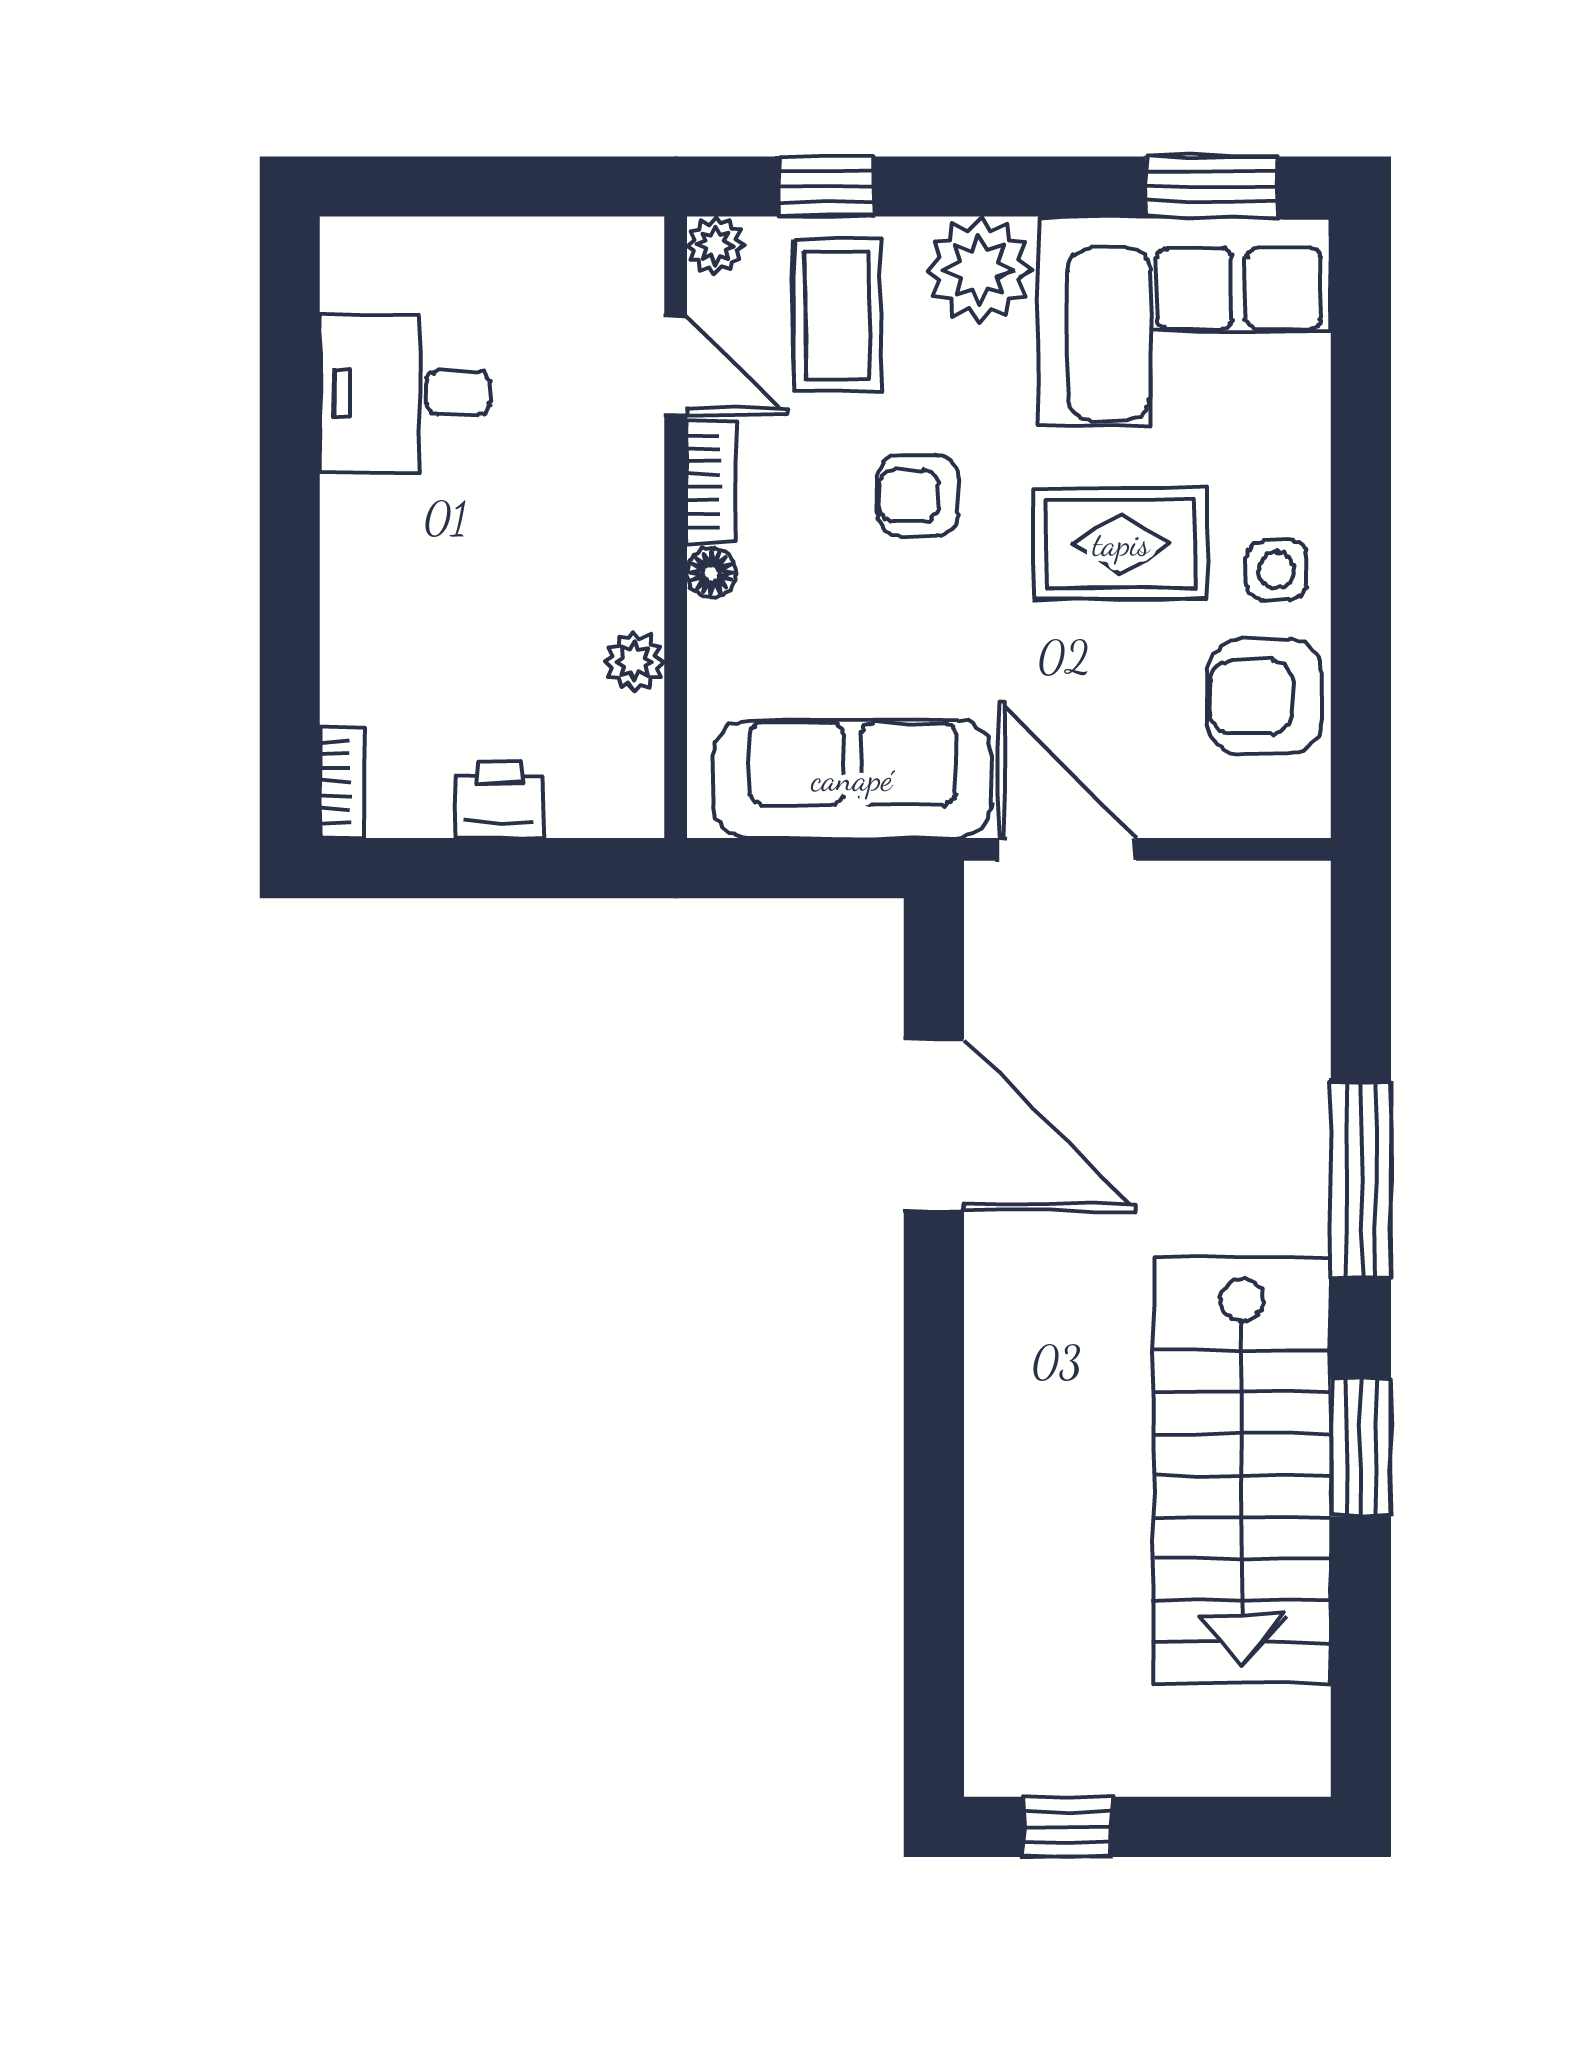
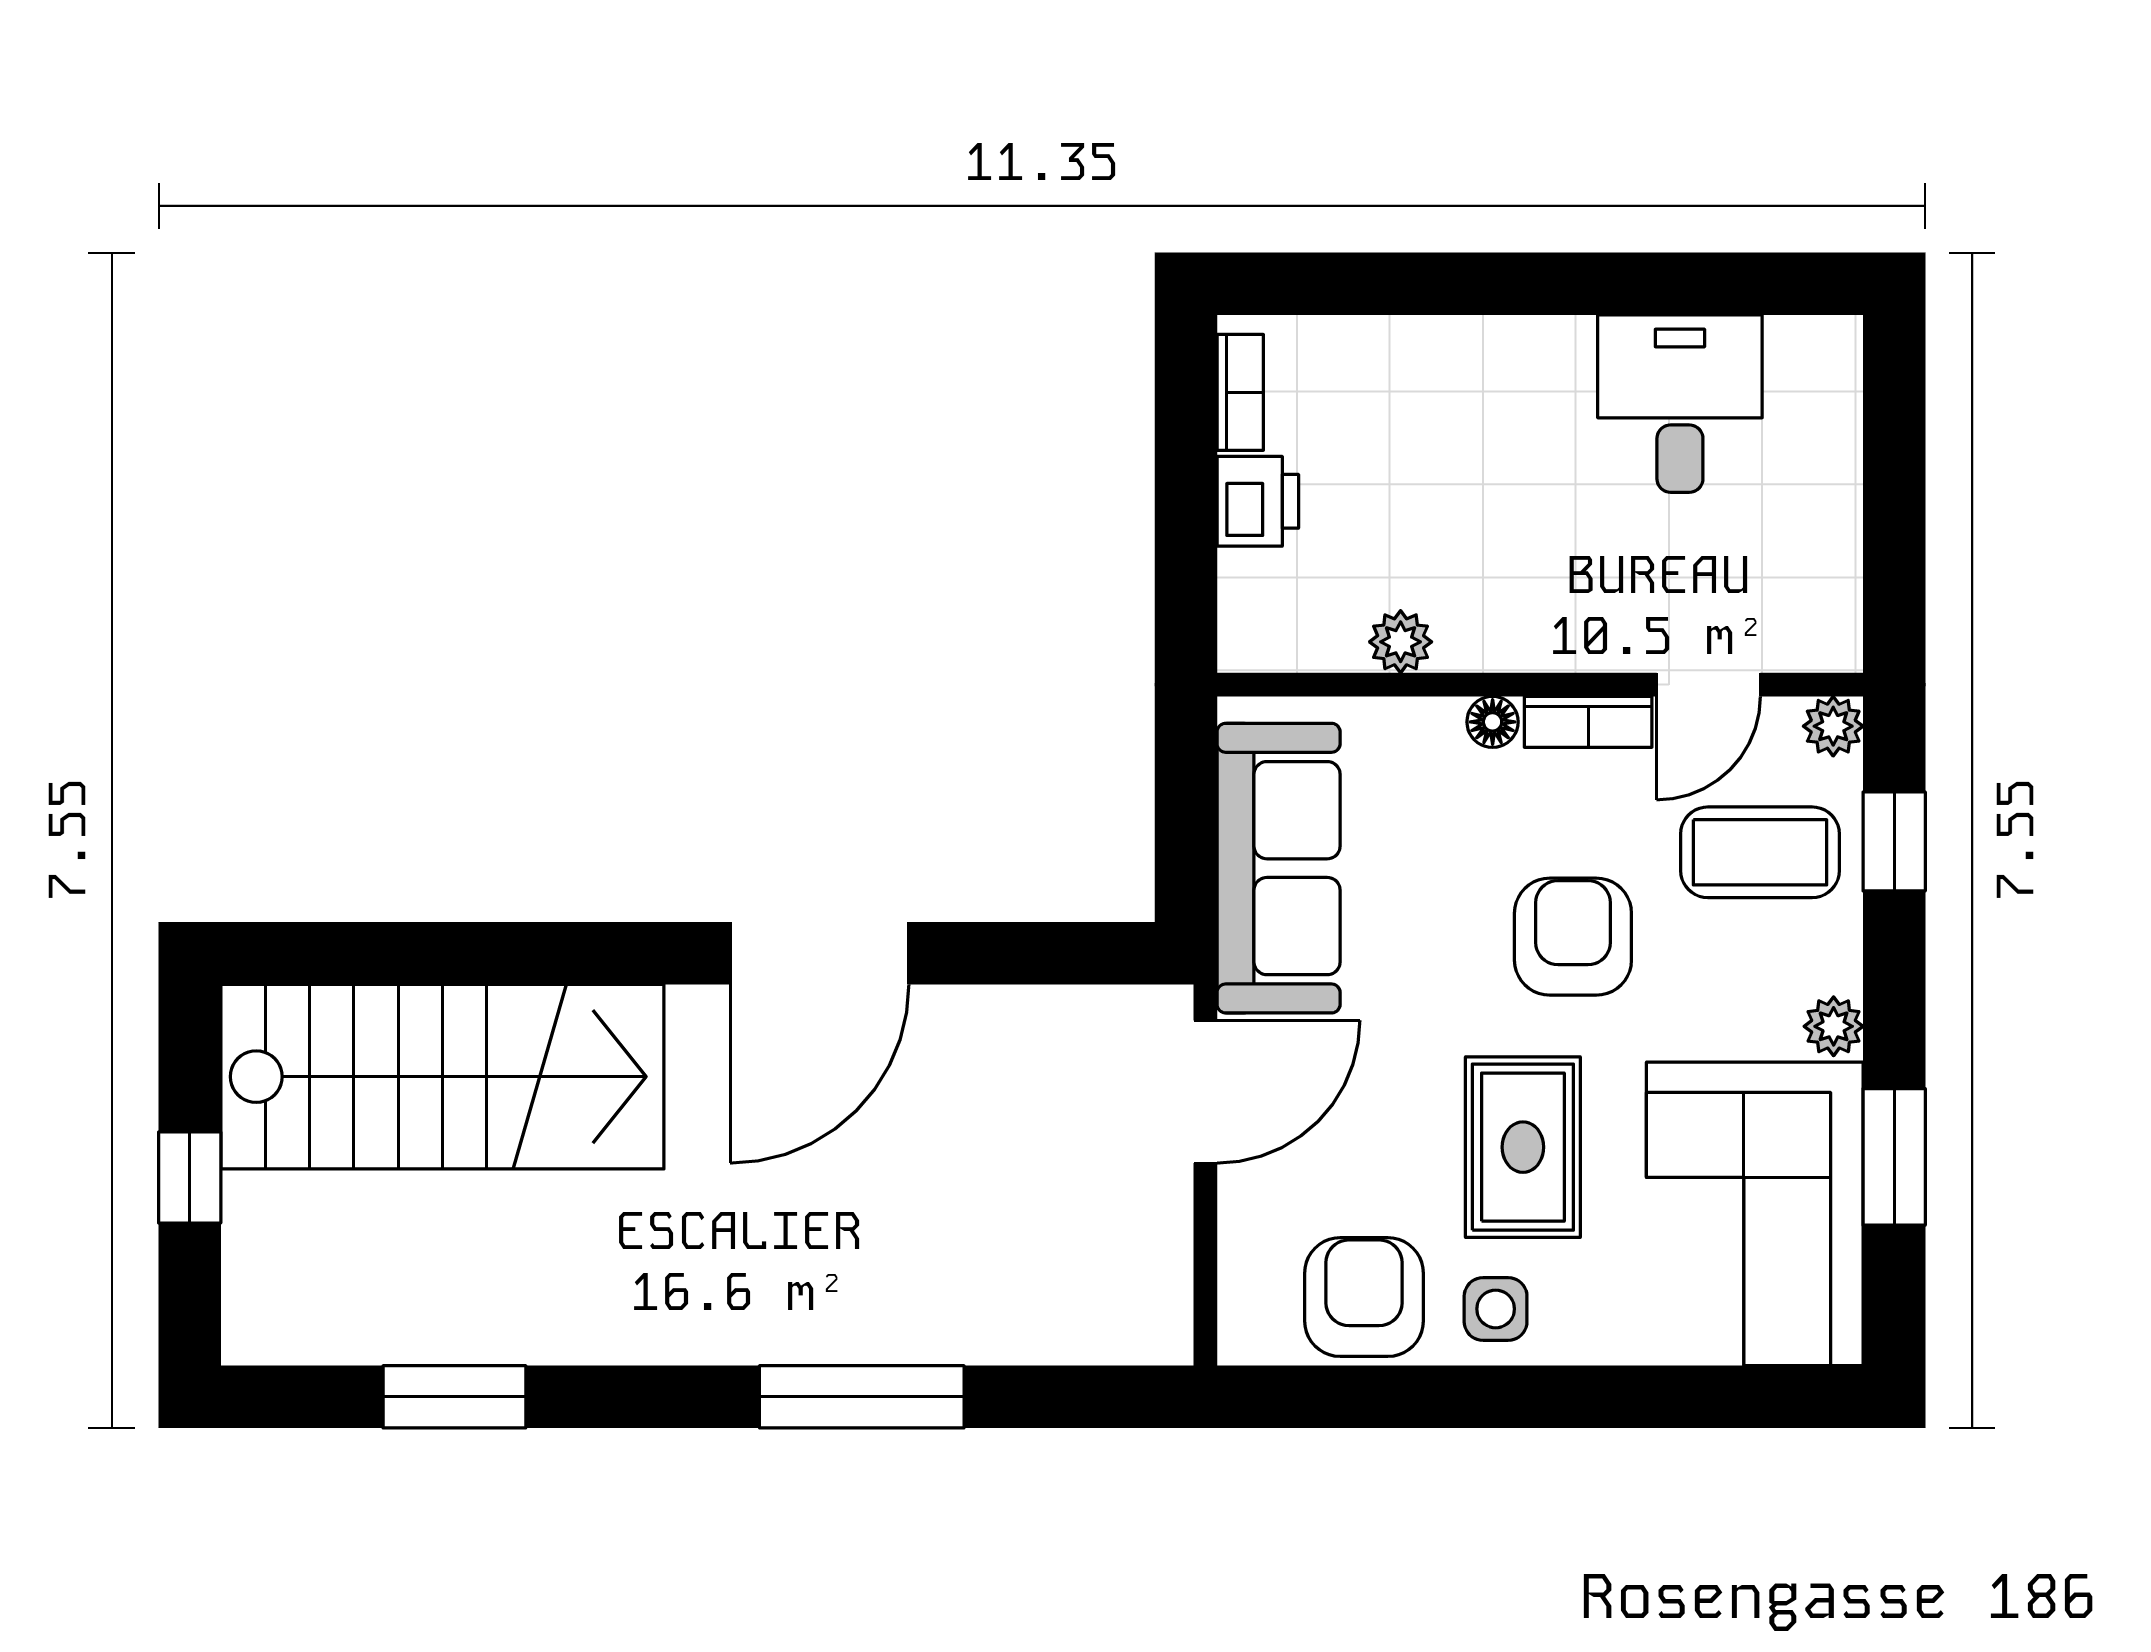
window: (1212, 186) -> (1894, 1157), moved
plant: (979, 270) -> (1834, 1026), width x0.53, depth x0.53
armchair: (918, 496) -> (1573, 937), width x1.38, depth x1.38
bookcase: (342, 782) -> (1240, 392), moved, turned -90
door: (934, 1125) -> (819, 953), moved
window: (1361, 1447) -> (454, 1397), moved
stairs: (1242, 1470) -> (442, 1077), moved, turned 180
window: (1067, 1827) -> (190, 1177), moved

